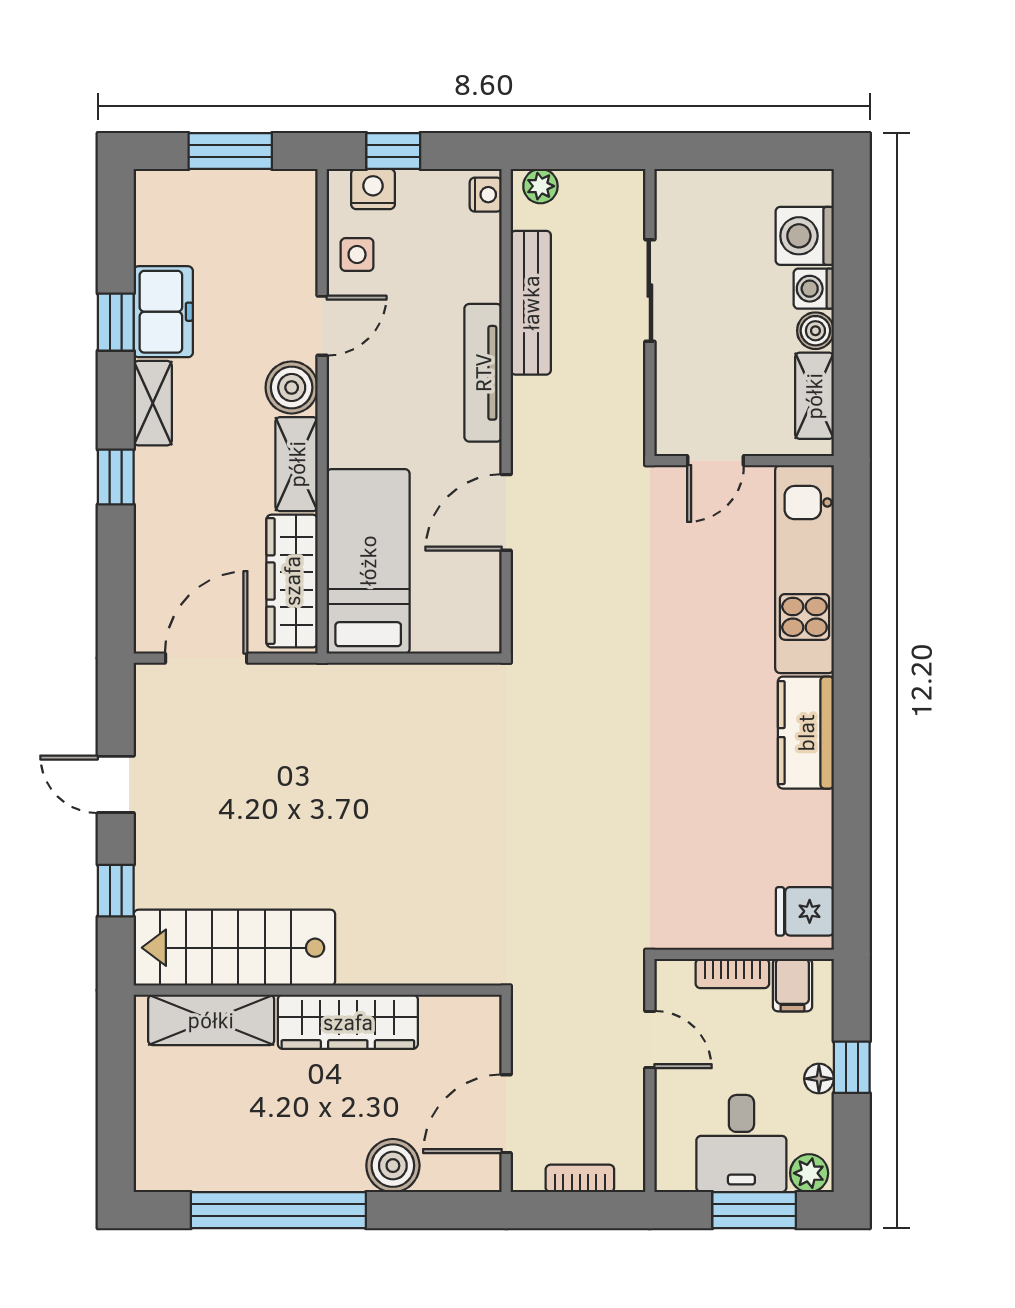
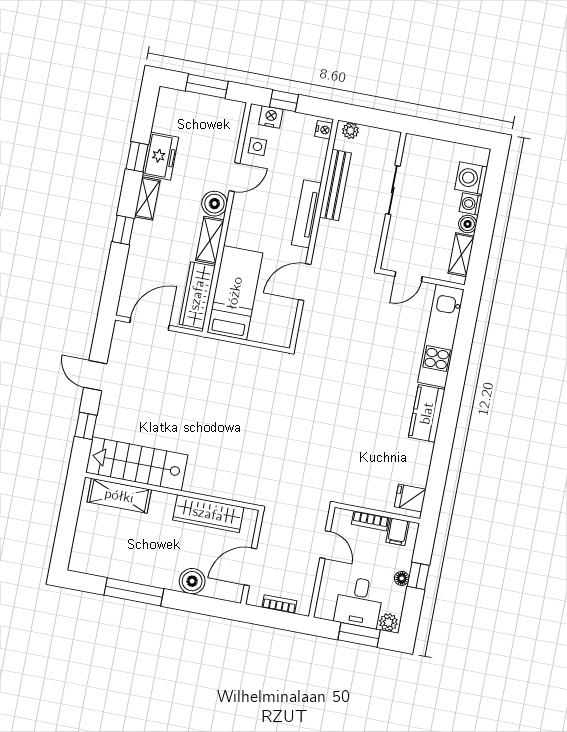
wardrobe: (348, 1022) -> (208, 514), moved
window: (278, 1210) -> (134, 592), width x0.68

